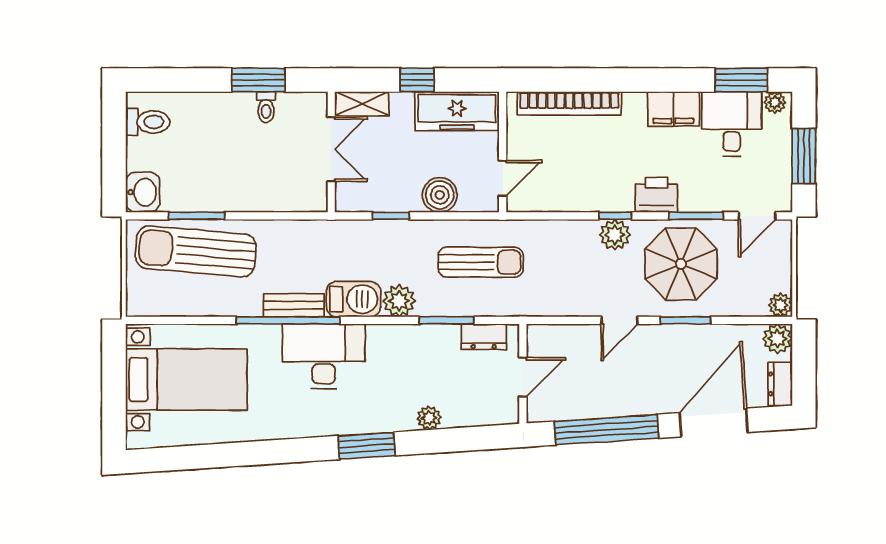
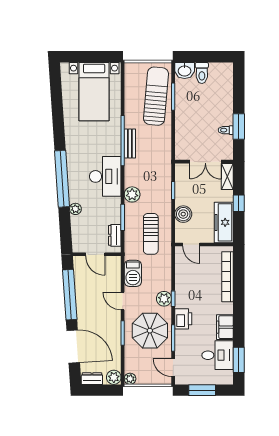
plant: (775, 102) -> (228, 376), removed
toilet: (148, 122) -> (202, 73), moved
barbecue: (354, 299) -> (133, 273), moved
desk: (324, 356) -> (105, 176), moved
window: (367, 446) -> (62, 179), width x2.11

